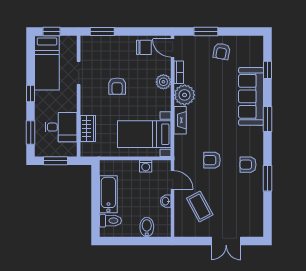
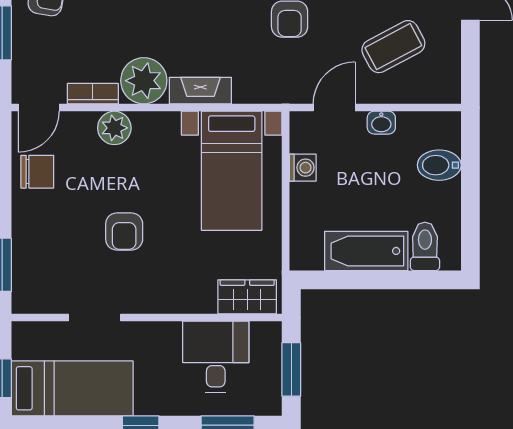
chair: (144, 47) -> (37, 172), turned 90
armchair: (117, 86) -> (124, 231), turned 90
wardrobe: (88, 128) -> (247, 297), moved

